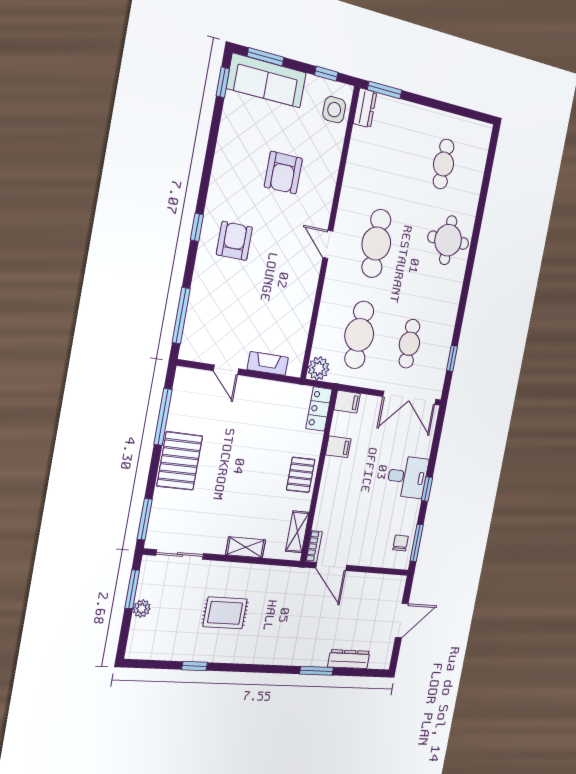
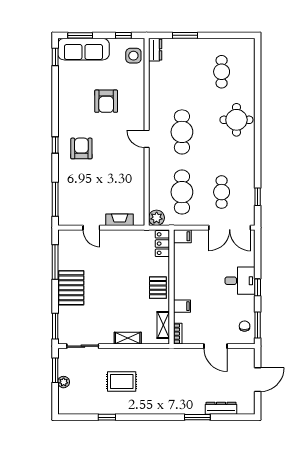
window: (385, 90) -> (185, 35), moved
filing cabinet: (338, 447) -> (182, 306), moved
door: (331, 567) -> (215, 346), moved

